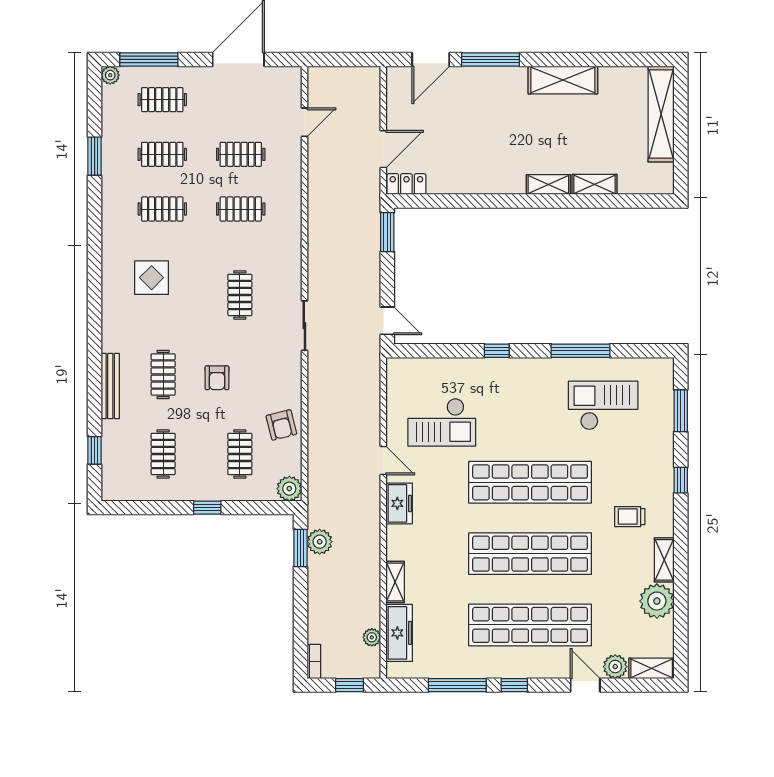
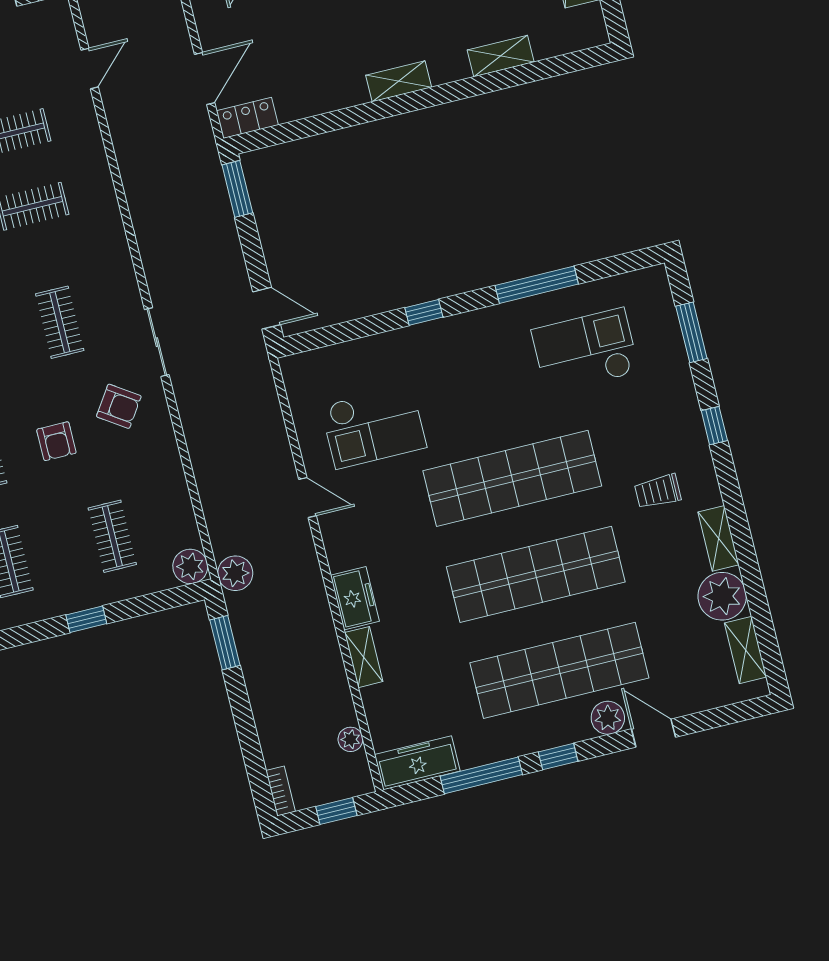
shelving: (548, 184) -> (399, 81), moved
armchair: (281, 425) -> (119, 406), moved, turned -42
freezer: (399, 503) -> (355, 598), moved
plant: (320, 542) -> (235, 573), moved
freezer: (399, 633) -> (417, 763), moved, turned -90
plant: (615, 667) -> (608, 718), moved
shelving: (652, 668) -> (746, 650), moved, turned 90

